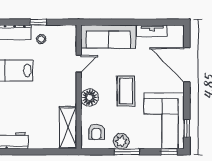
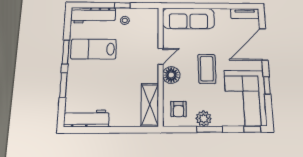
tv unit: (152, 31) -> (245, 14), moved
door: (79, 64) -> (161, 56), moved
door: (187, 65) -> (264, 44), hinge flipped
window: (187, 128) -> (267, 85), moved

